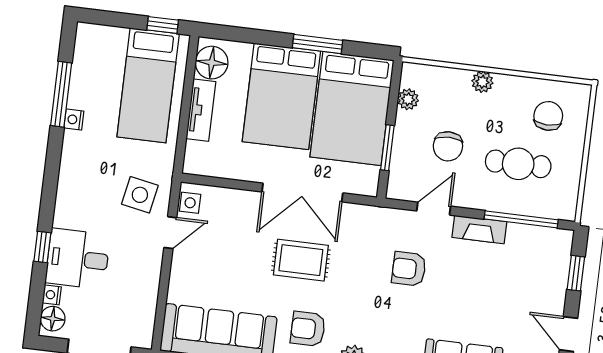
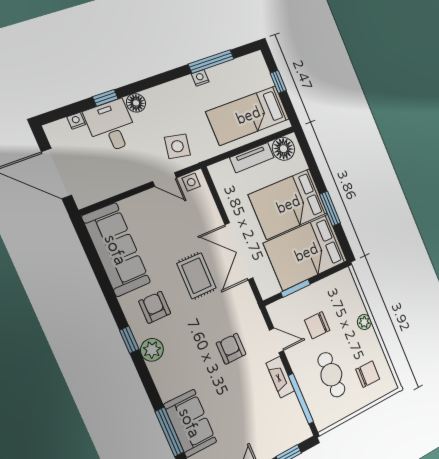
window: (163, 25) -> (278, 82), moved
plant: (408, 99) -> (330, 283), removed
floor lamp: (53, 319) -> (136, 103), moved

